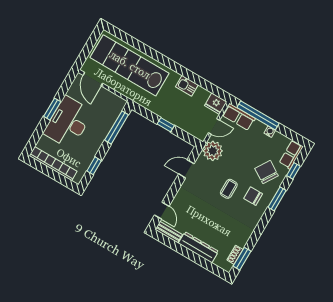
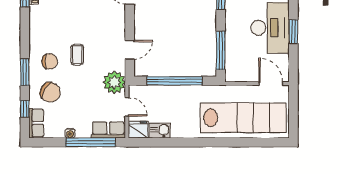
kitchen sink: (187, 86) -> (160, 131), moved
window: (166, 125) -> (175, 81), width x3.17
door: (214, 126) -> (127, 107), swing flipped

